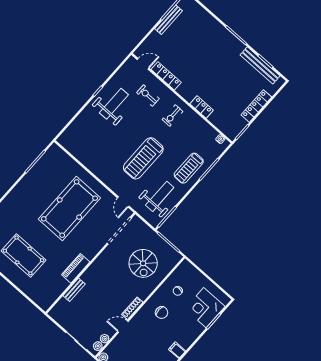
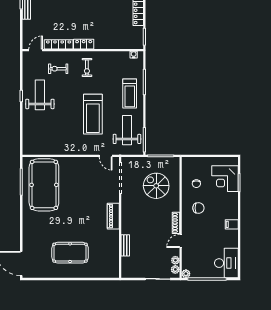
locker: (202, 107) -> (84, 44), moved
pool table: (69, 208) -> (44, 185), moved
spiral stairs: (143, 263) -> (156, 186), turned 180
piano: (76, 268) -> (113, 216), moved

